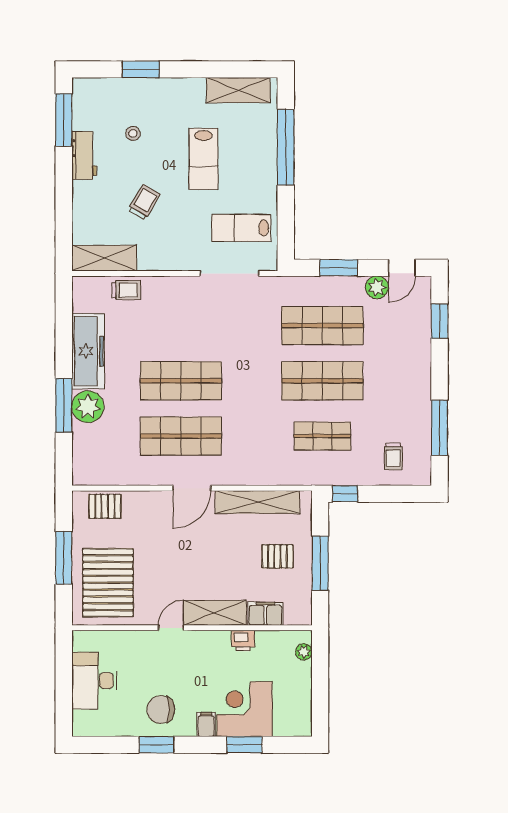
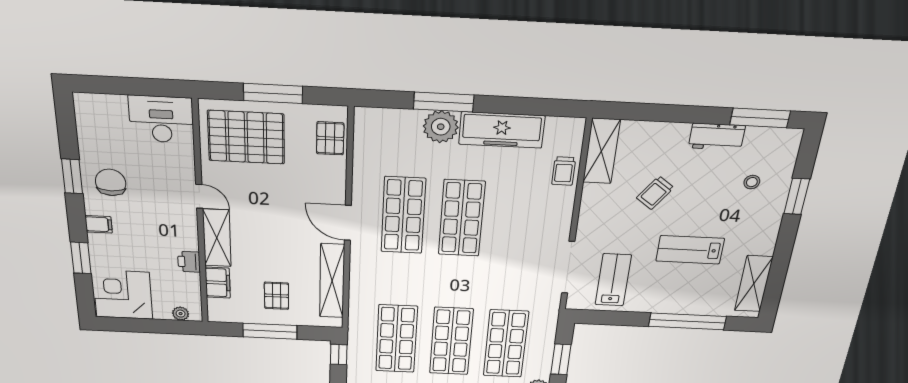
stool: (133, 133) -> (752, 182), moved
trolley: (144, 202) -> (655, 193), turned 95
shop shelf: (322, 436) -> (396, 339), width x1.43, depth x1.36
desk: (94, 681) -> (161, 119), moved
corner desk: (245, 709) -> (123, 295), moved, turned -90

